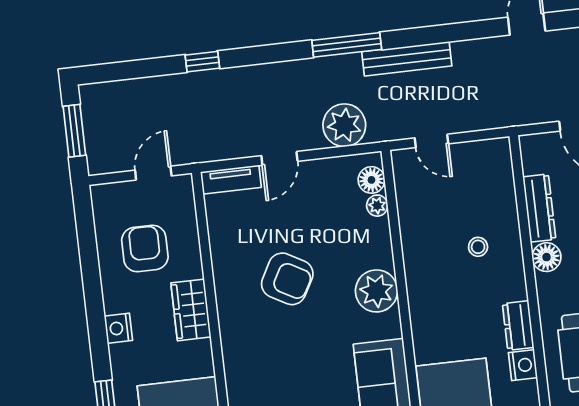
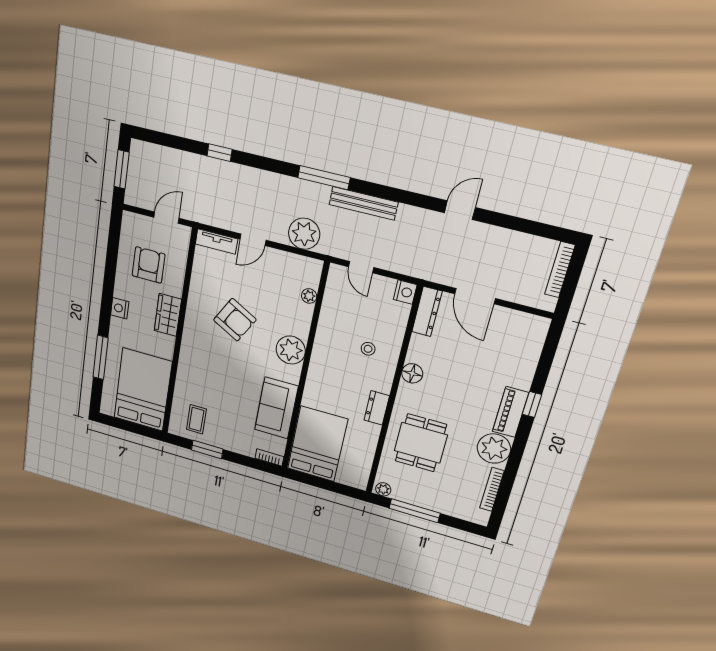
floor lamp: (371, 180) -> (311, 278), removed
dresser: (539, 208) -> (427, 312), moved
nightstand: (523, 365) -> (405, 292), moved

